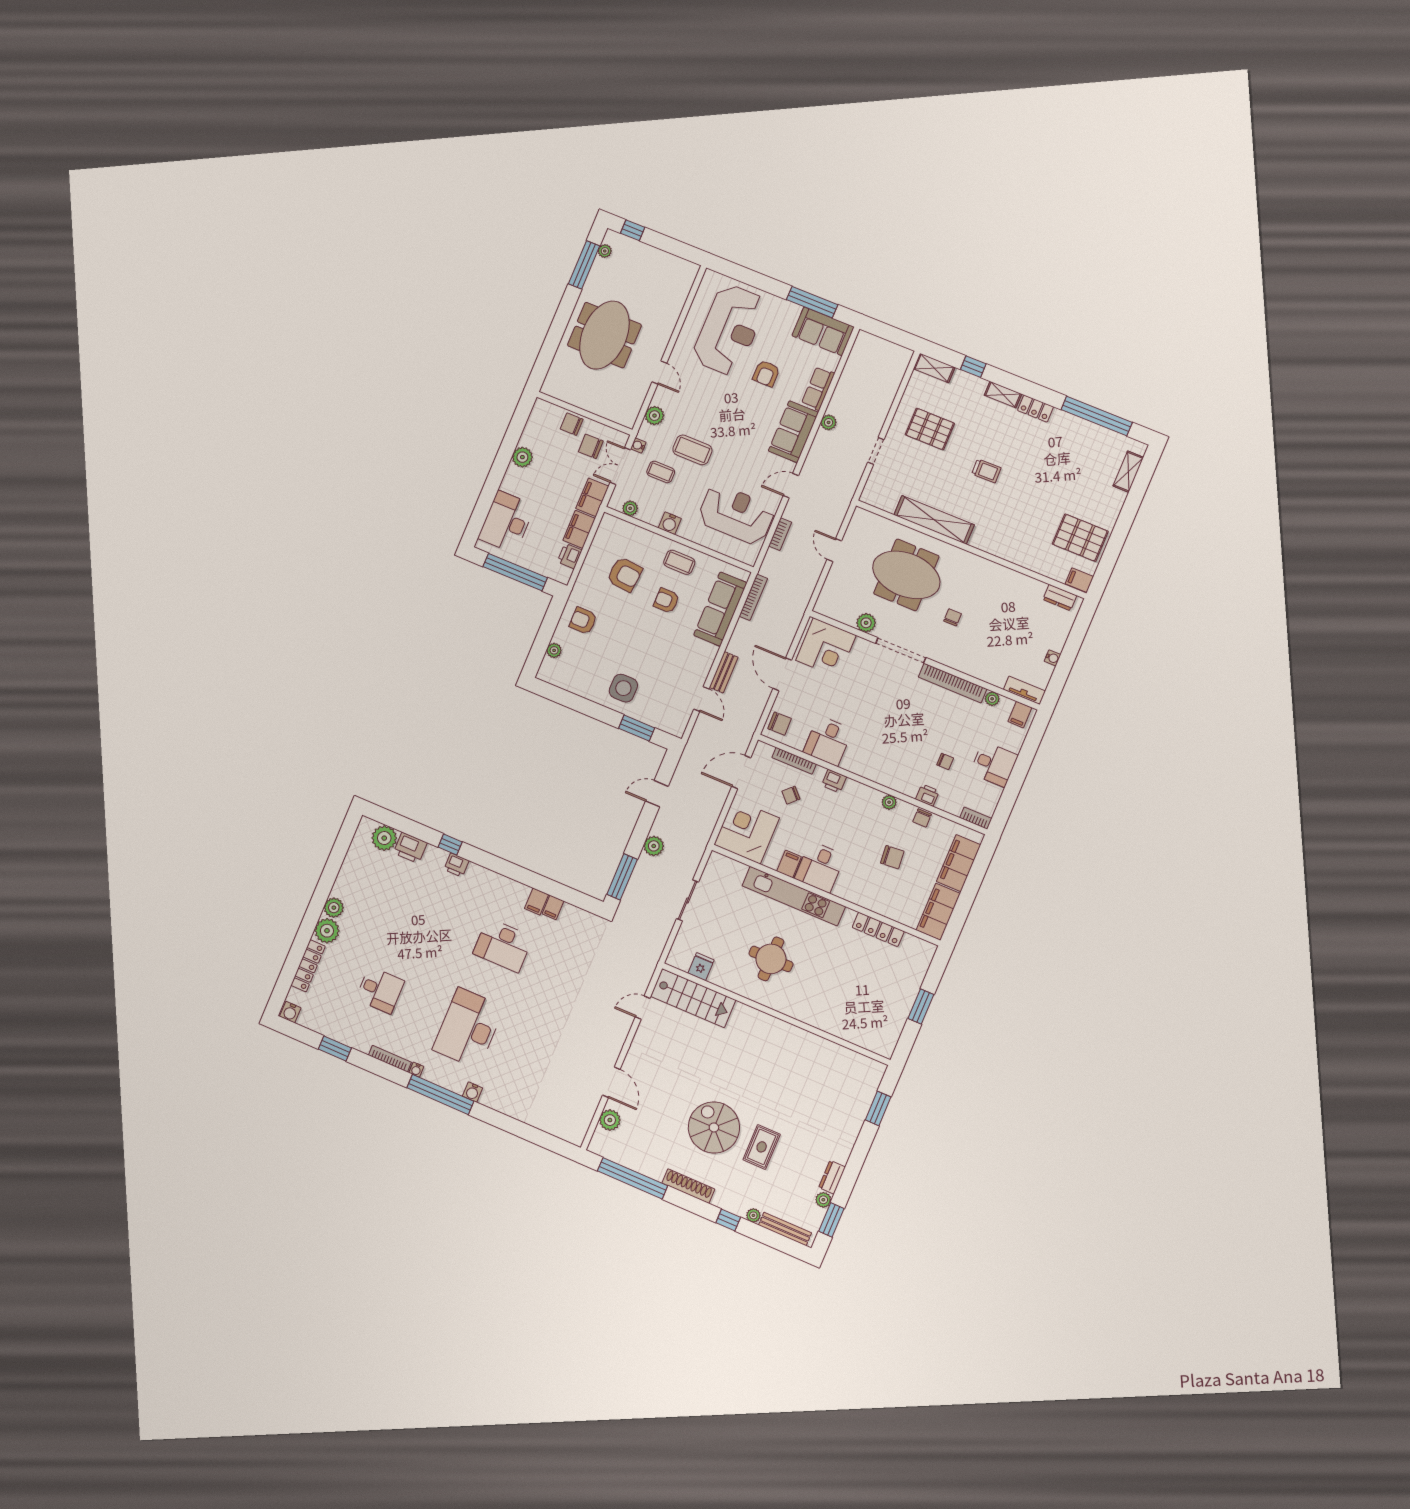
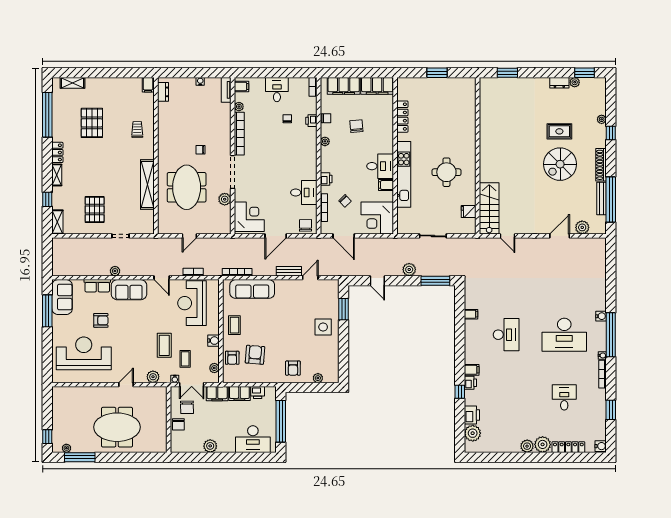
trolley: (986, 471) -> (137, 130), moved
pallet: (1080, 538) -> (92, 123), moved
armchair: (666, 601) -> (232, 358), moved
filing cabinet: (536, 901) -> (472, 370), moved
bench: (785, 1229) -> (601, 198), moved

